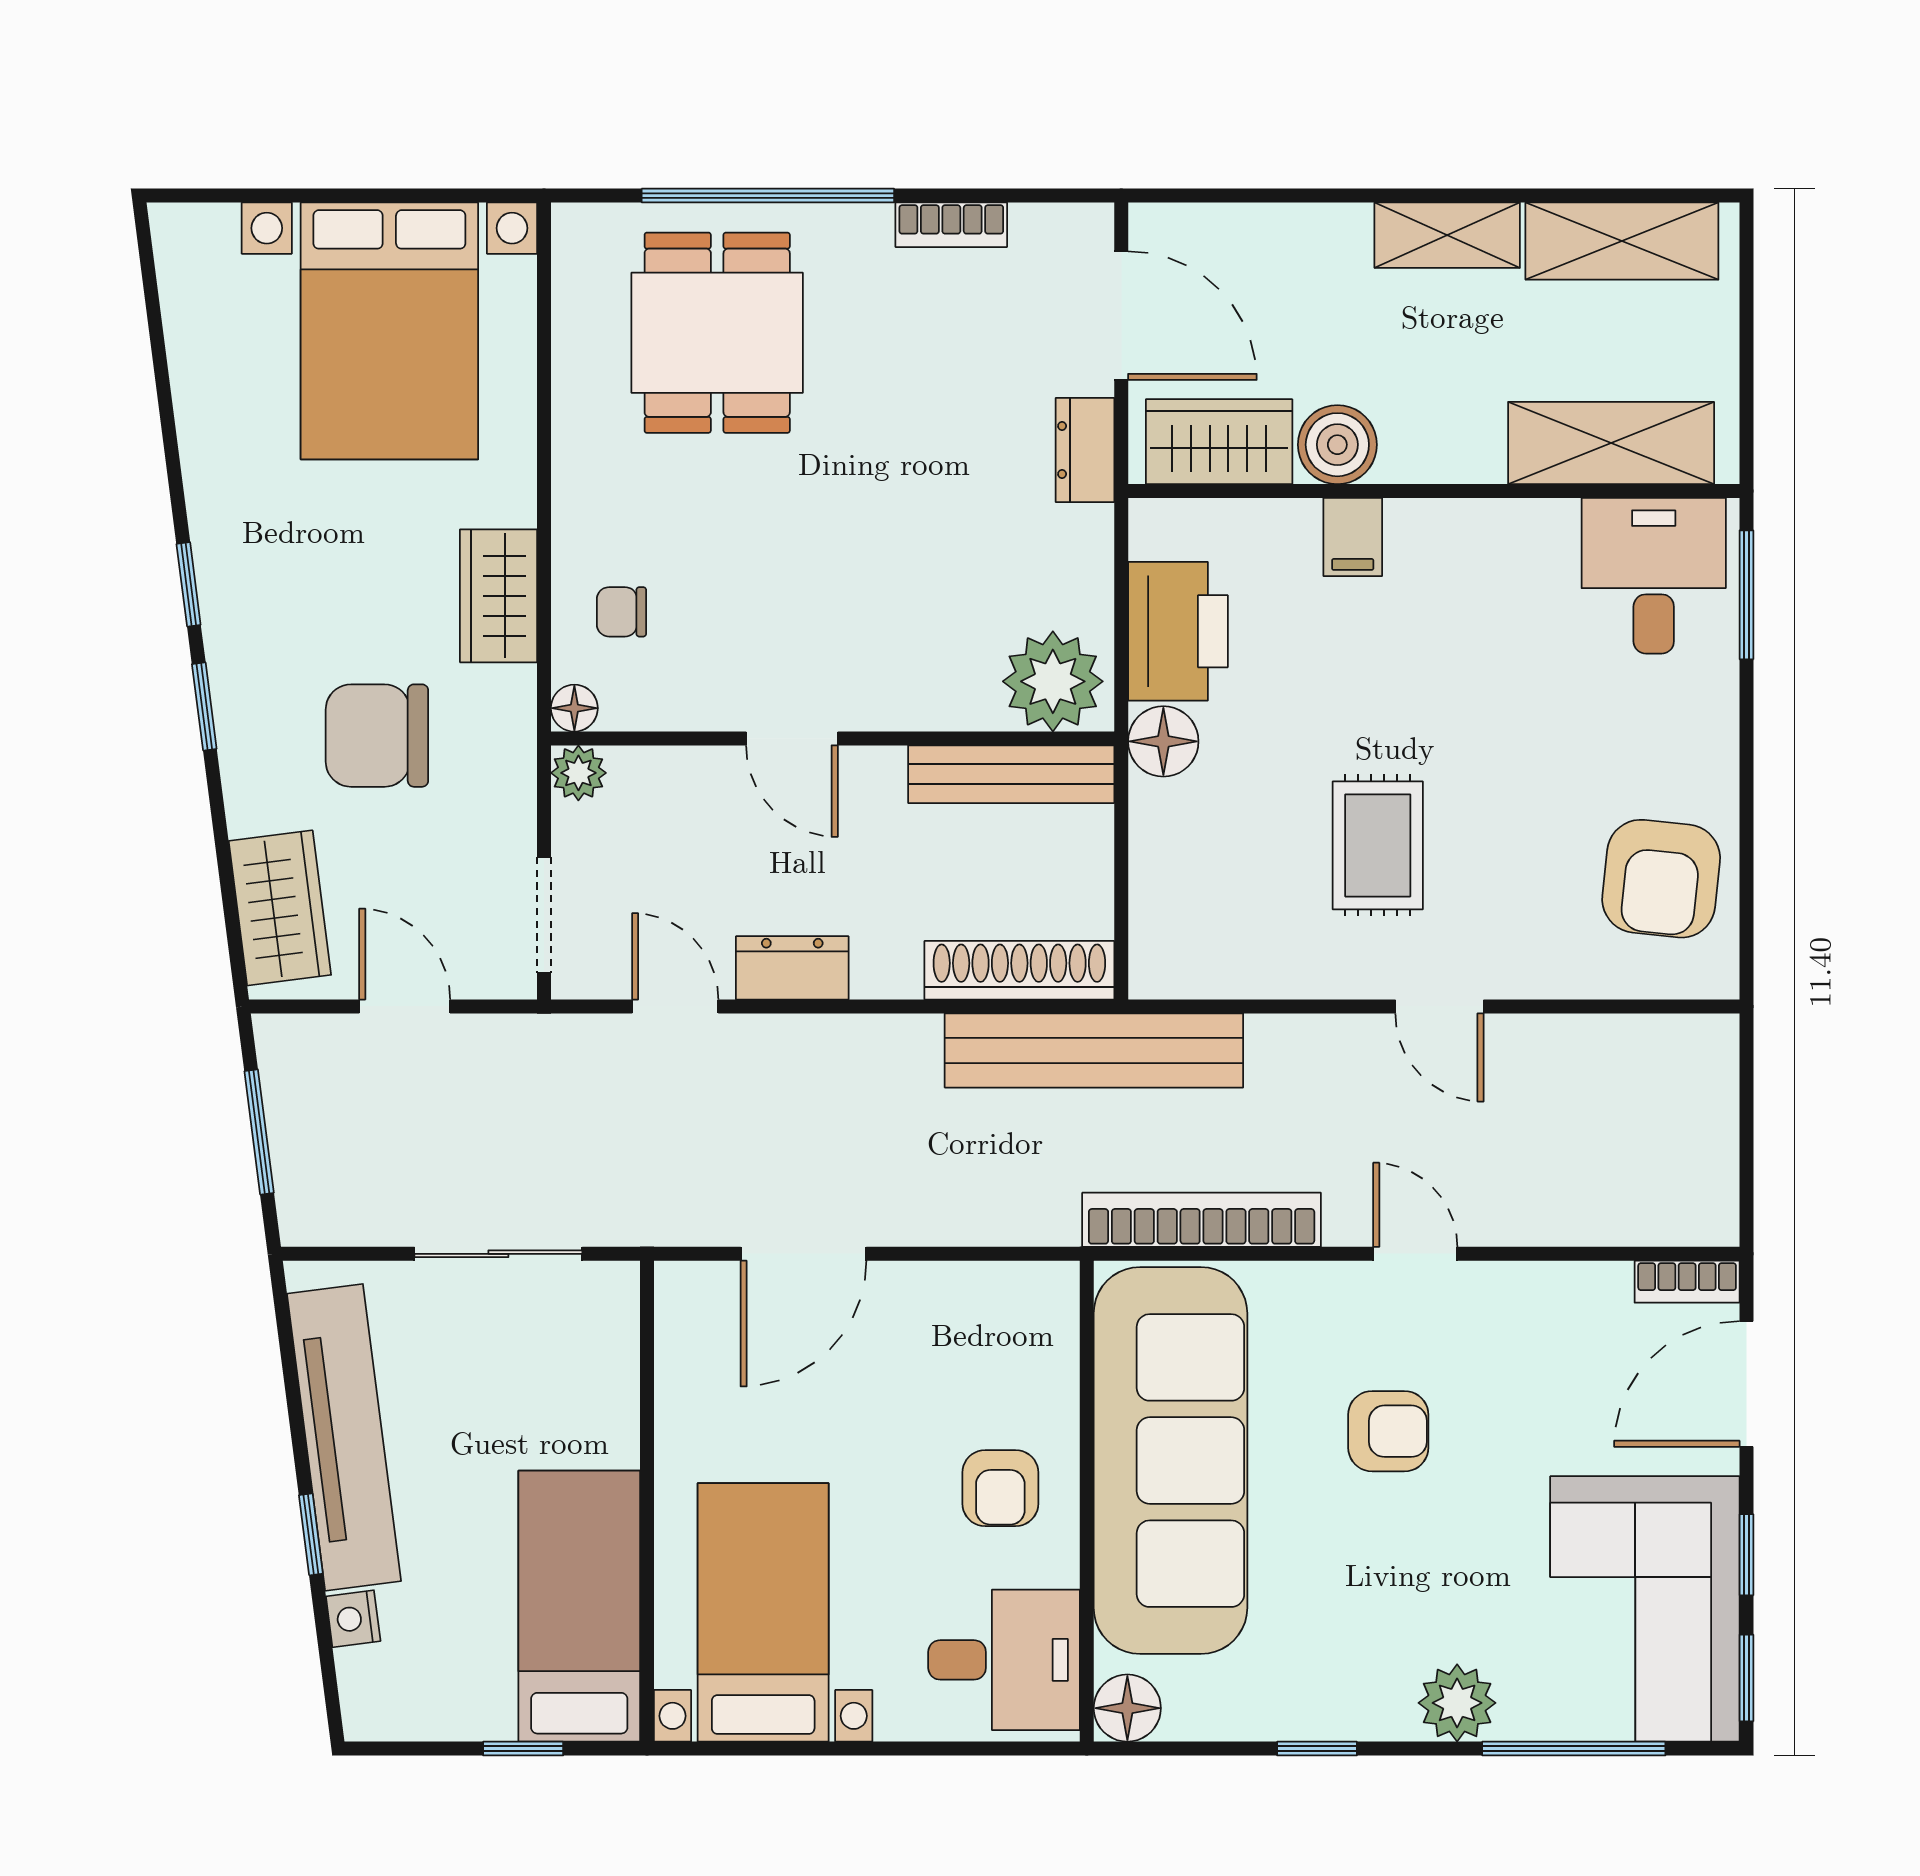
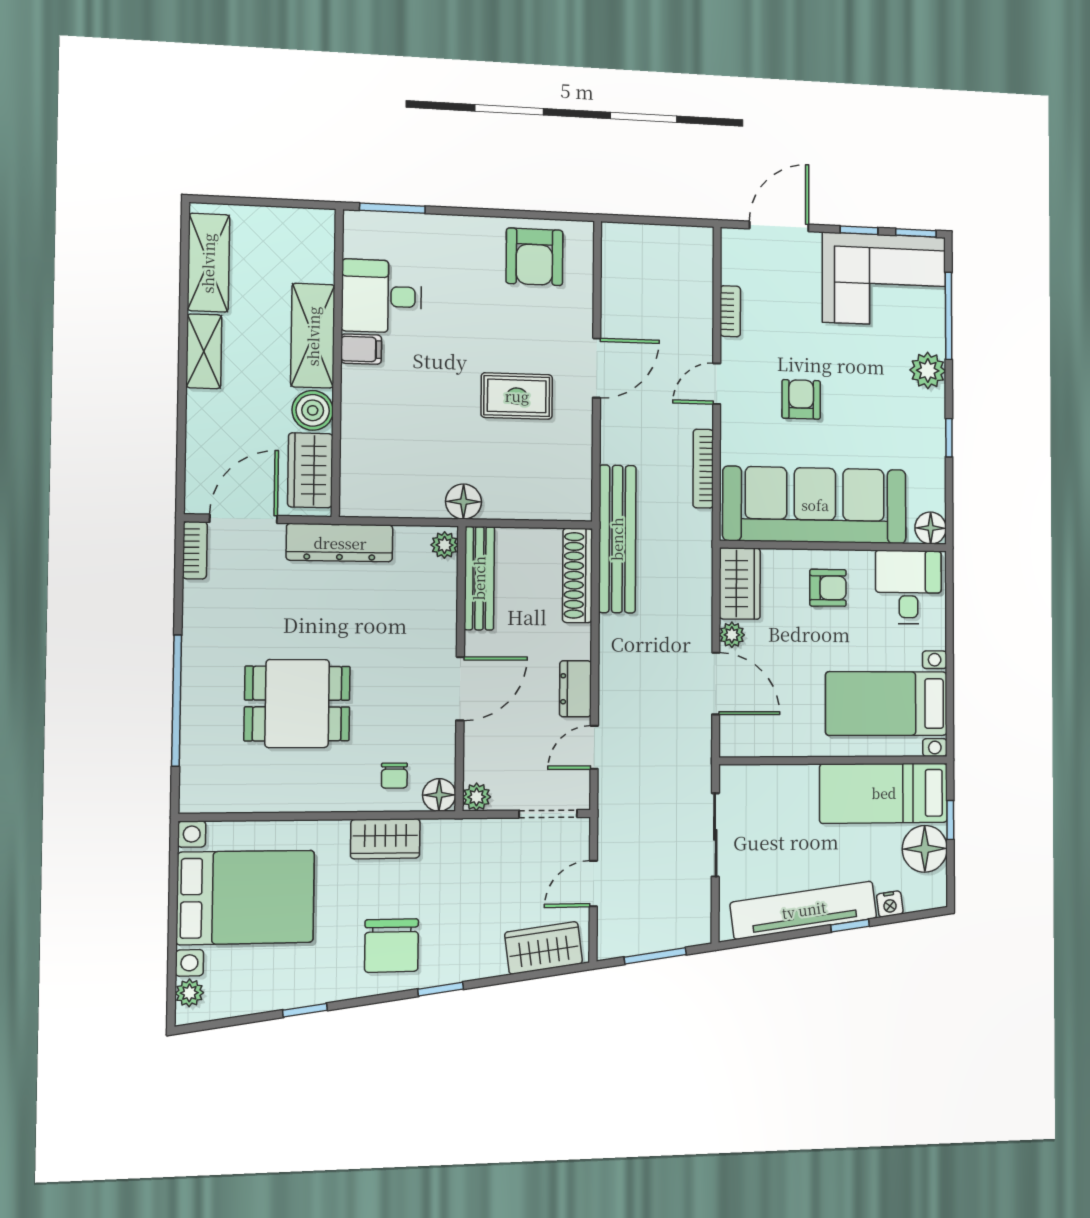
bookcase: (951, 225) -> (195, 550), moved
plant: (210, 229) -> (189, 993), added
dining table: (717, 333) -> (297, 703), moved
shelving: (1611, 443) -> (313, 336), moved
dresser: (1085, 450) -> (340, 543), width x1.96, depth x1.24
filing cabinet: (1353, 537) -> (361, 349), moved
desk: (1654, 576) -> (382, 296), moved
window: (189, 584) -> (305, 1010), moved
printer: (1178, 631) -> (408, 493), removed
plant: (1053, 681) -> (445, 545), width x0.53, depth x0.53
floor lamp: (574, 708) -> (439, 795), width x1.37, depth x1.37
chair: (377, 736) -> (391, 945), moved
door: (792, 738) -> (460, 689), width x1.38
armchair: (1661, 879) -> (534, 257), turned 84
door: (1440, 1006) -> (597, 368), width x1.38
bookcase: (1202, 1220) -> (703, 469), width x0.68, depth x0.76
bookcase: (1687, 1282) -> (730, 311), moved
plant: (902, 1287) -> (732, 635), added
wardrobe: (1007, 1303) -> (740, 584), added
door: (1746, 1384) -> (779, 226), swing flipped
floor lamp: (465, 1694) -> (925, 849), added

